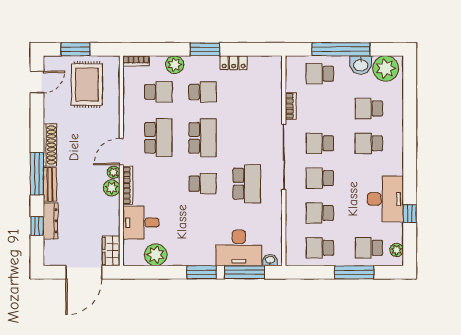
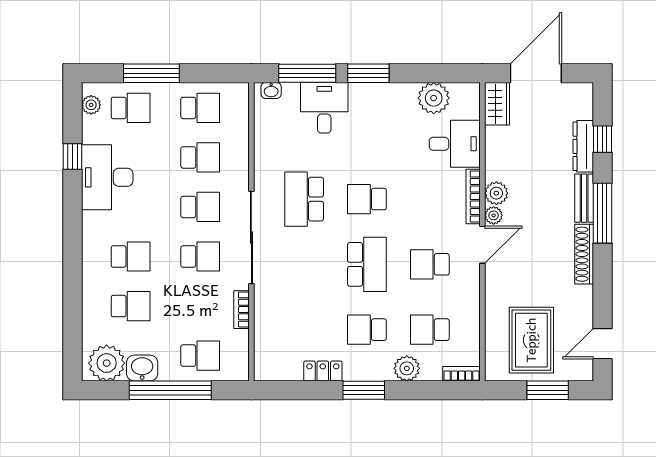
school desk: (158, 138) -> (430, 264), width x0.54
school desk: (203, 138) -> (367, 264), turned 180
desk: (239, 248) -> (324, 108), width x0.73

